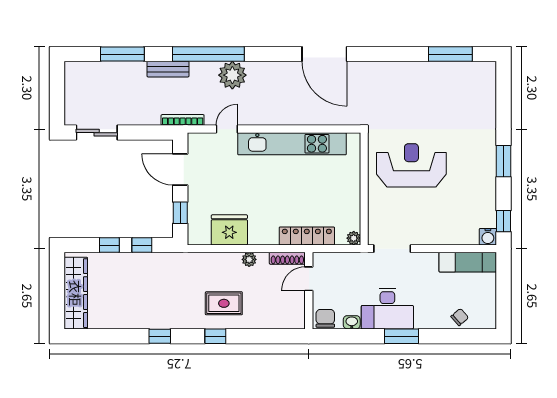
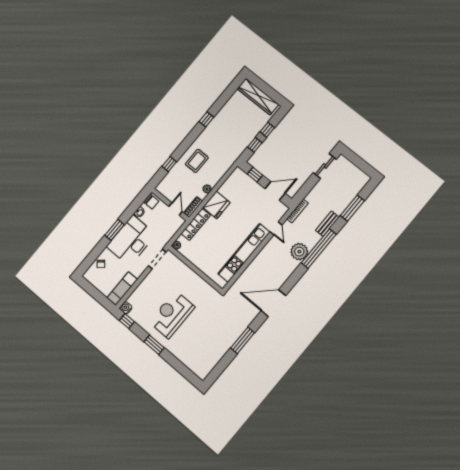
window: (450, 54) -> (243, 340), moved
reception desk: (411, 165) -> (172, 315), moved, turned 180
fridge: (229, 230) -> (216, 205), moved
desk: (387, 309) -> (131, 241), width x1.36, depth x1.30
window: (215, 336) -> (169, 164), moved

